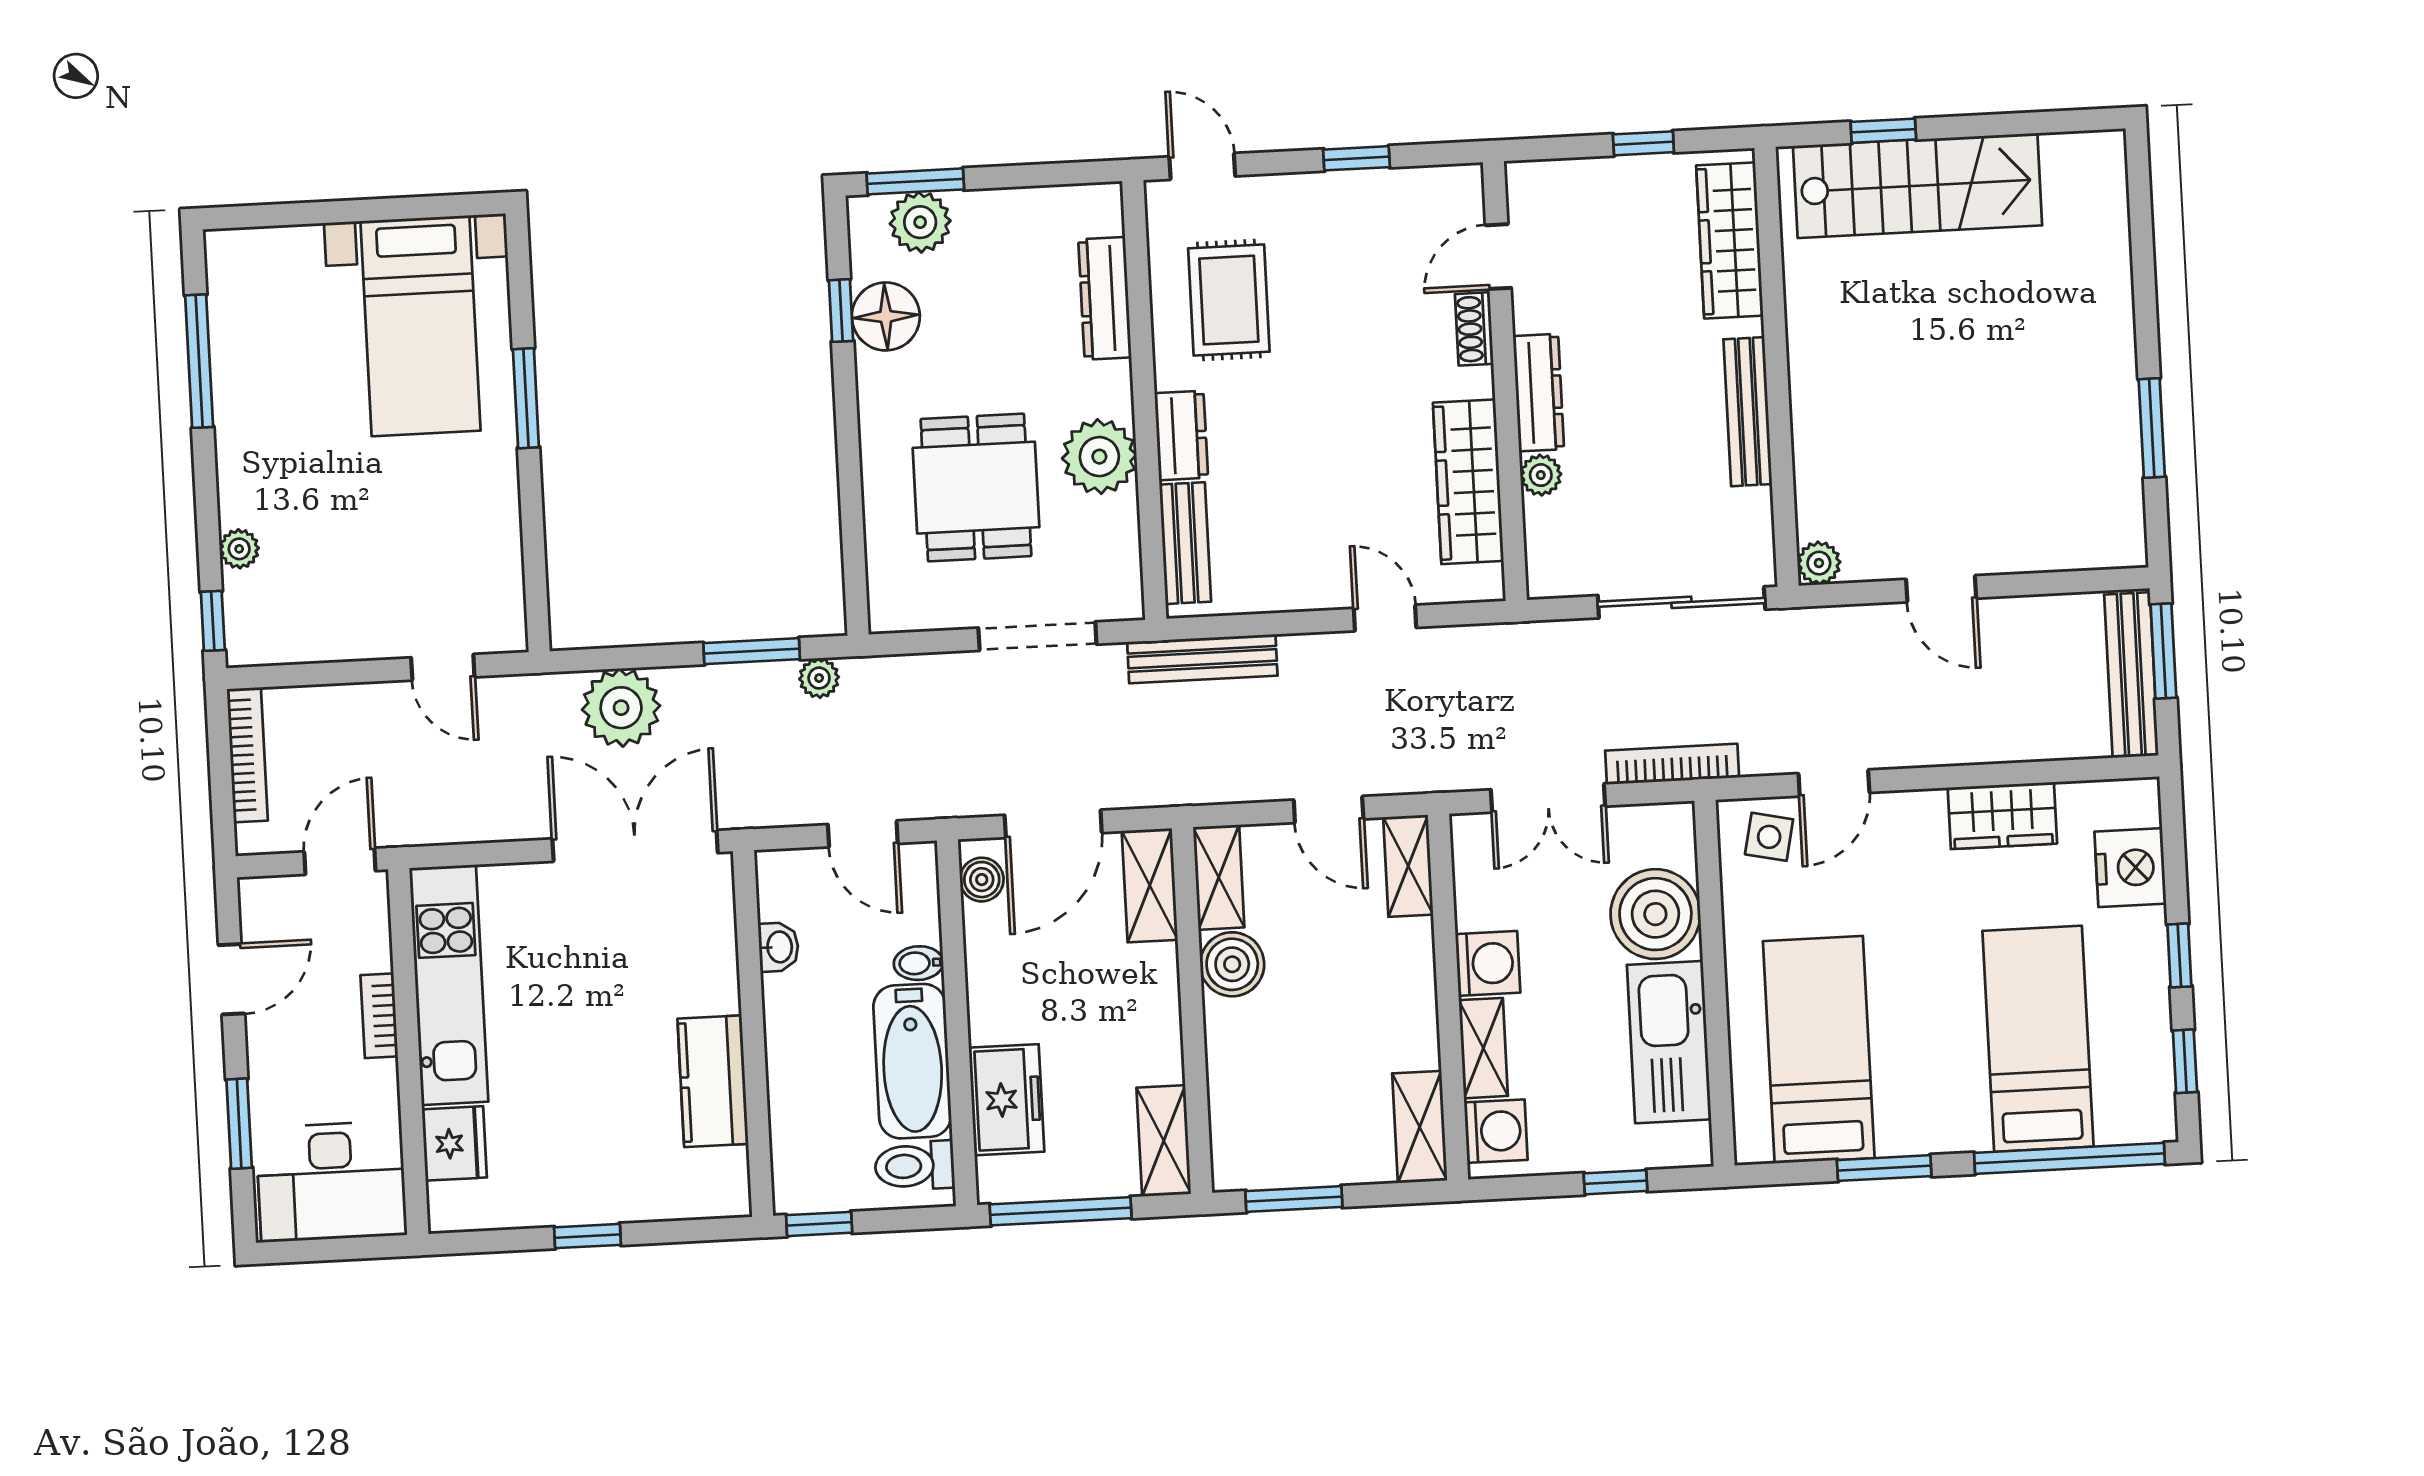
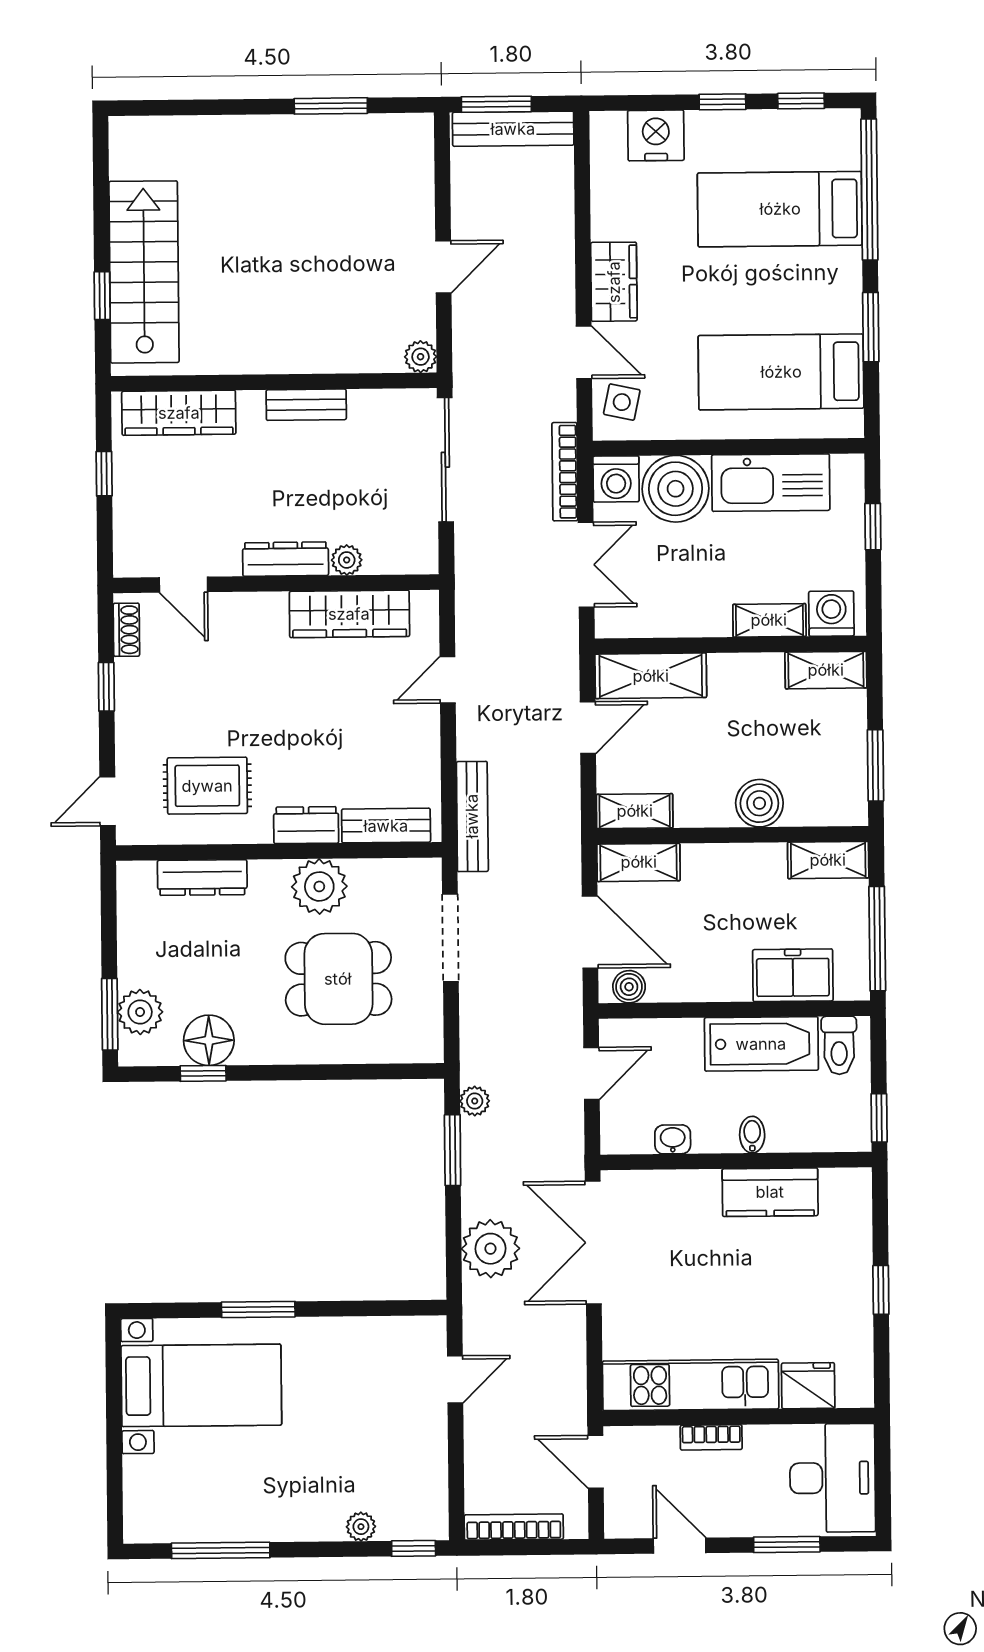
shoe rack: (1474, 329) -> (126, 630), moved, turned -90
bench: (1748, 412) -> (306, 405), width x0.73
wardrobe: (2002, 816) -> (614, 282), moved
shelving: (1408, 866) -> (651, 676), width x1.50, depth x1.33
bidet: (918, 963) -> (752, 1135), moved, turned 180
washing machine: (1488, 963) -> (616, 479), moved, turned 180
boiler: (1232, 964) -> (759, 803), moved

